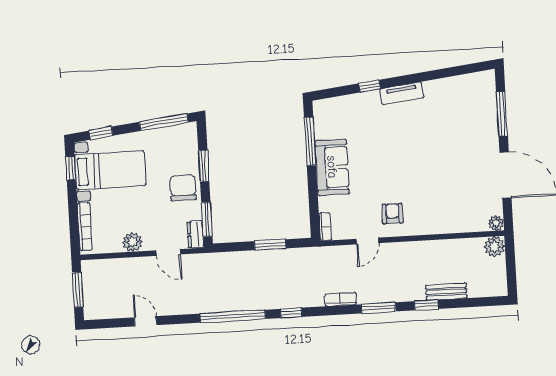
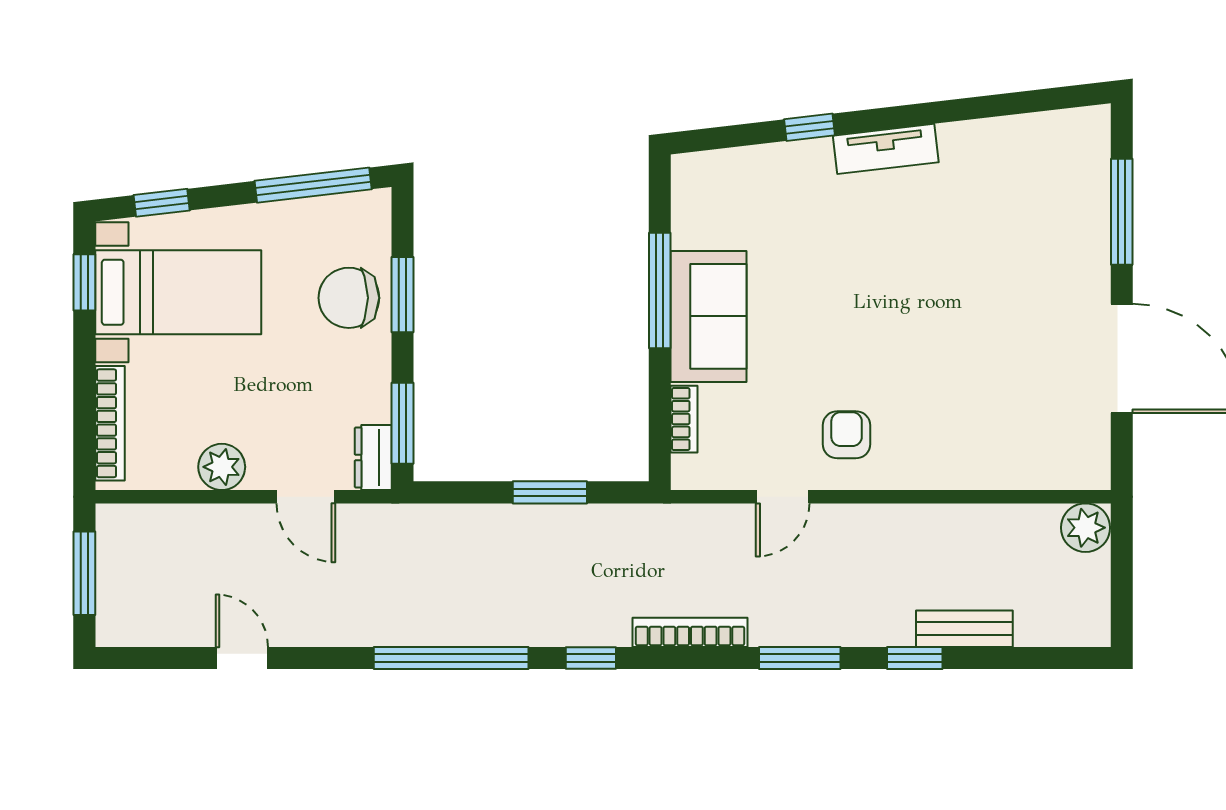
window: (310, 141) -> (660, 291), moved
chair: (183, 188) -> (349, 298), moved, turned -90
plant: (496, 223) -> (1093, 472), removed
bookcase: (325, 227) -> (684, 419), moved
bookcase: (341, 299) -> (690, 632), width x1.56

